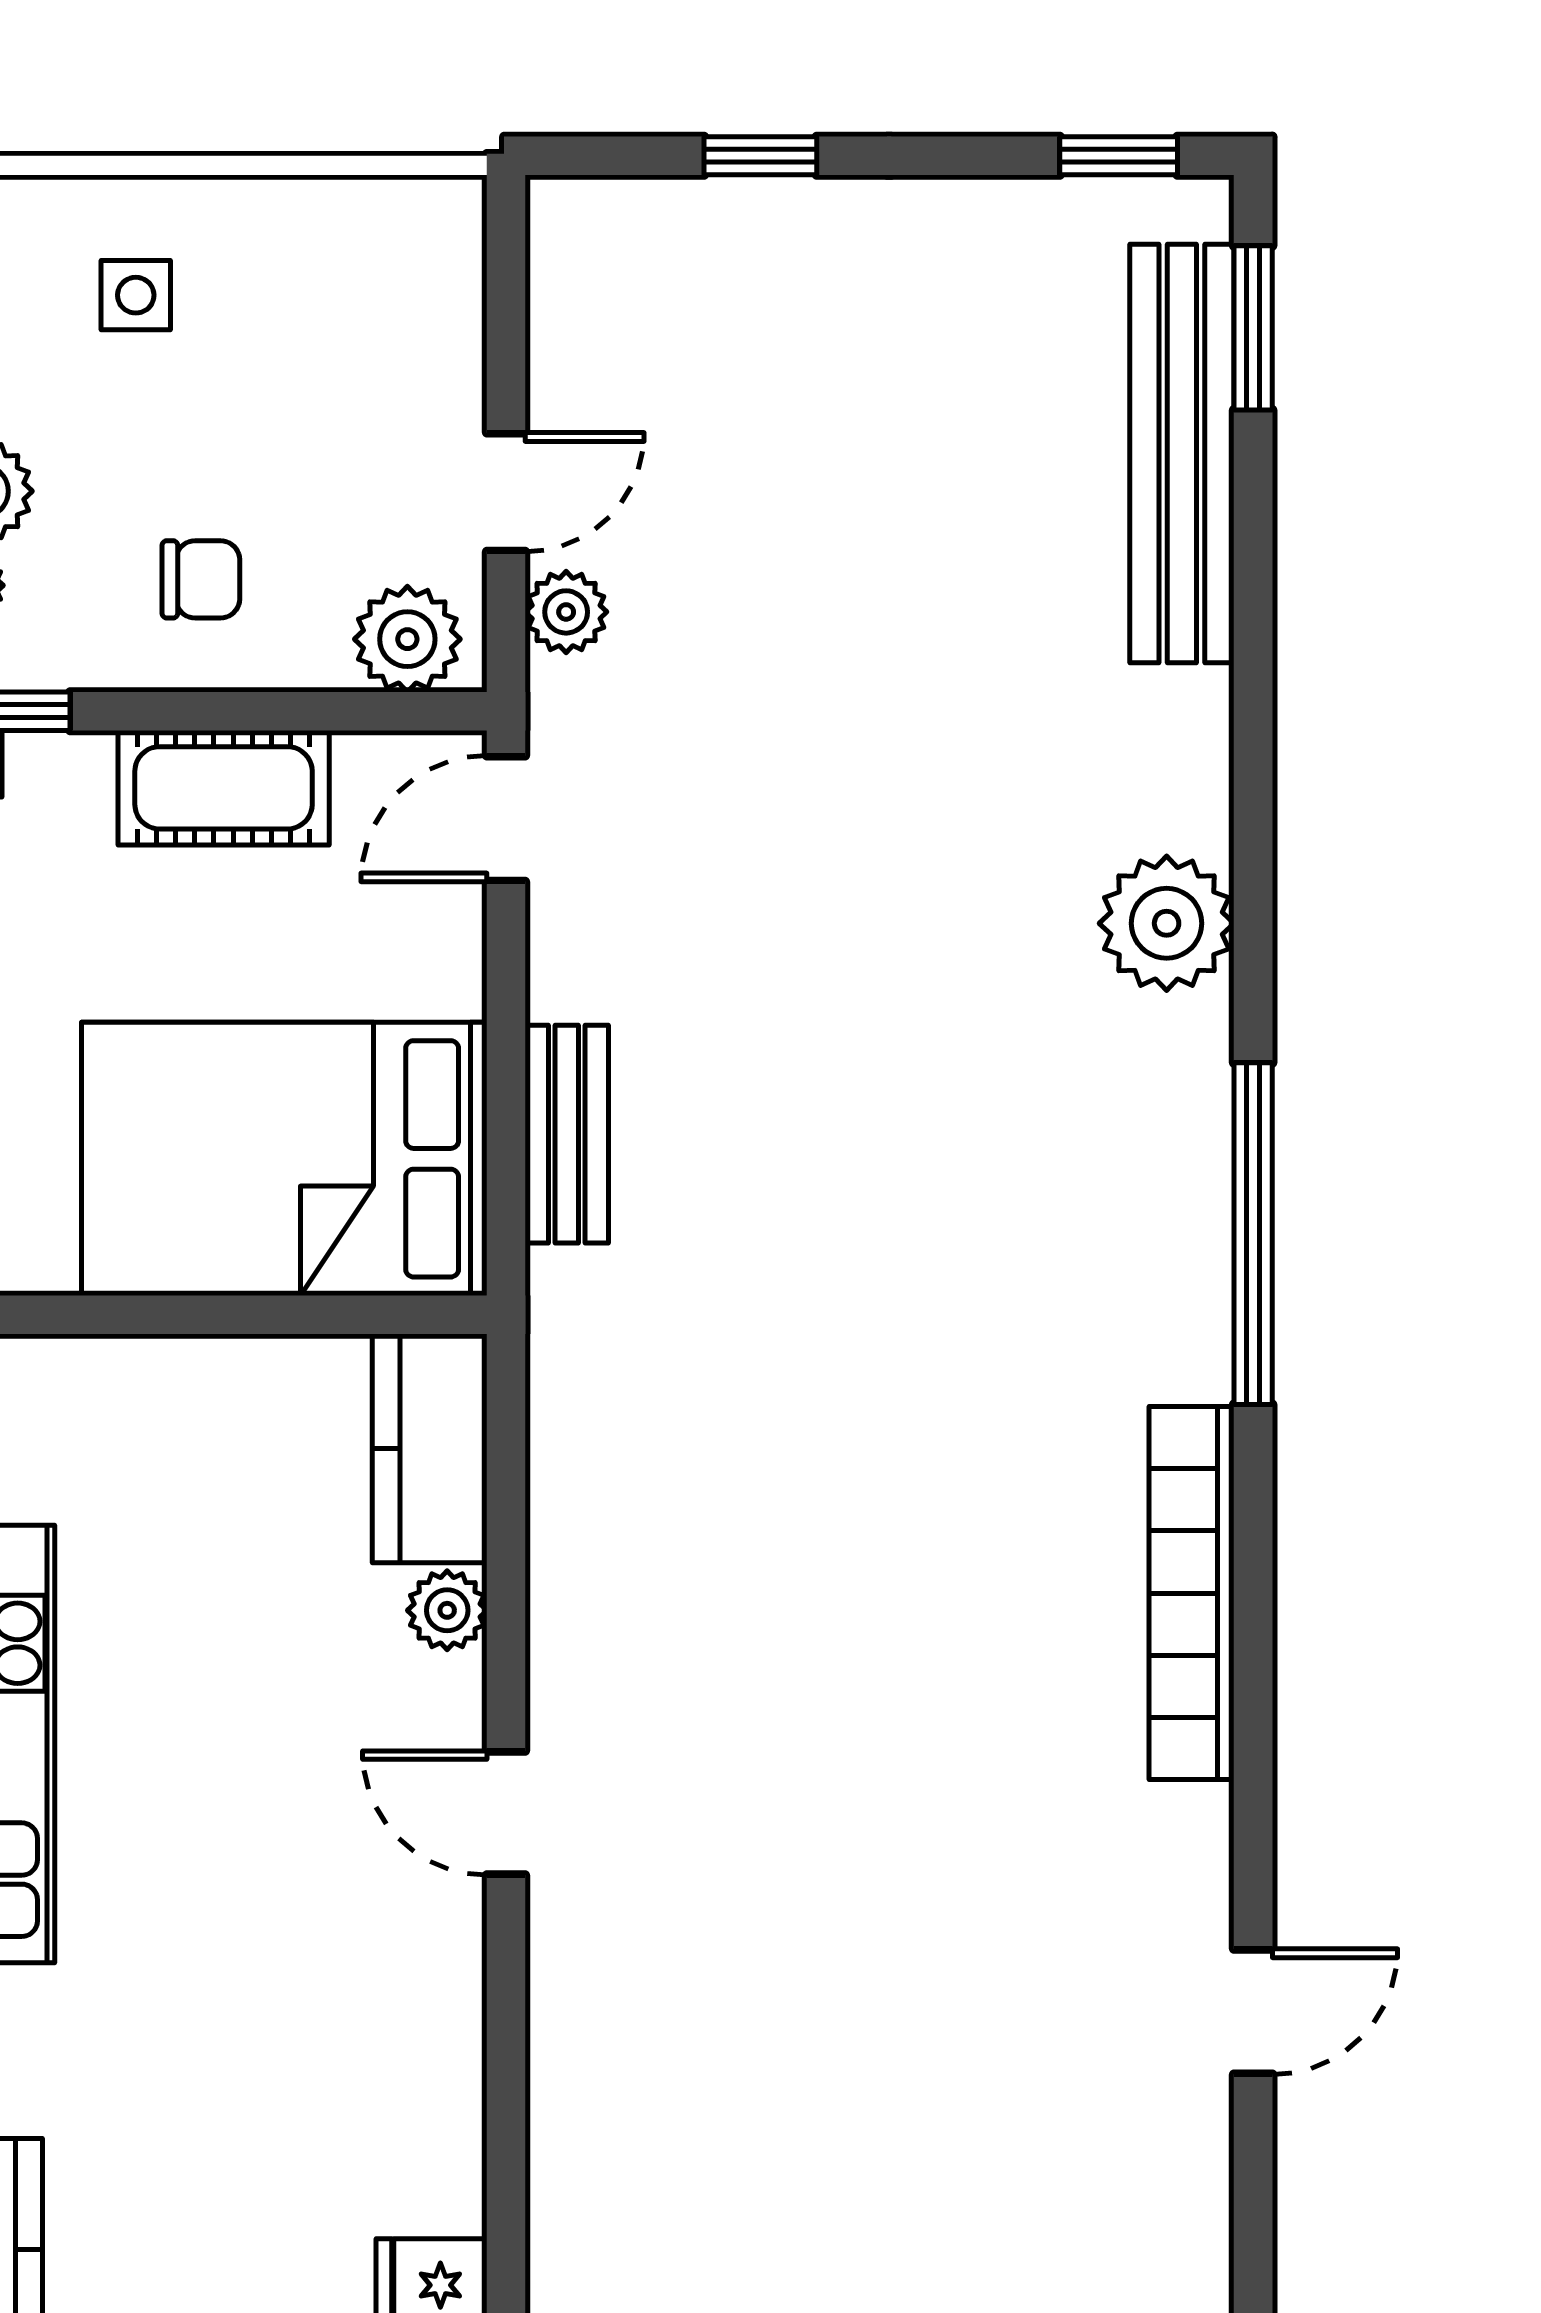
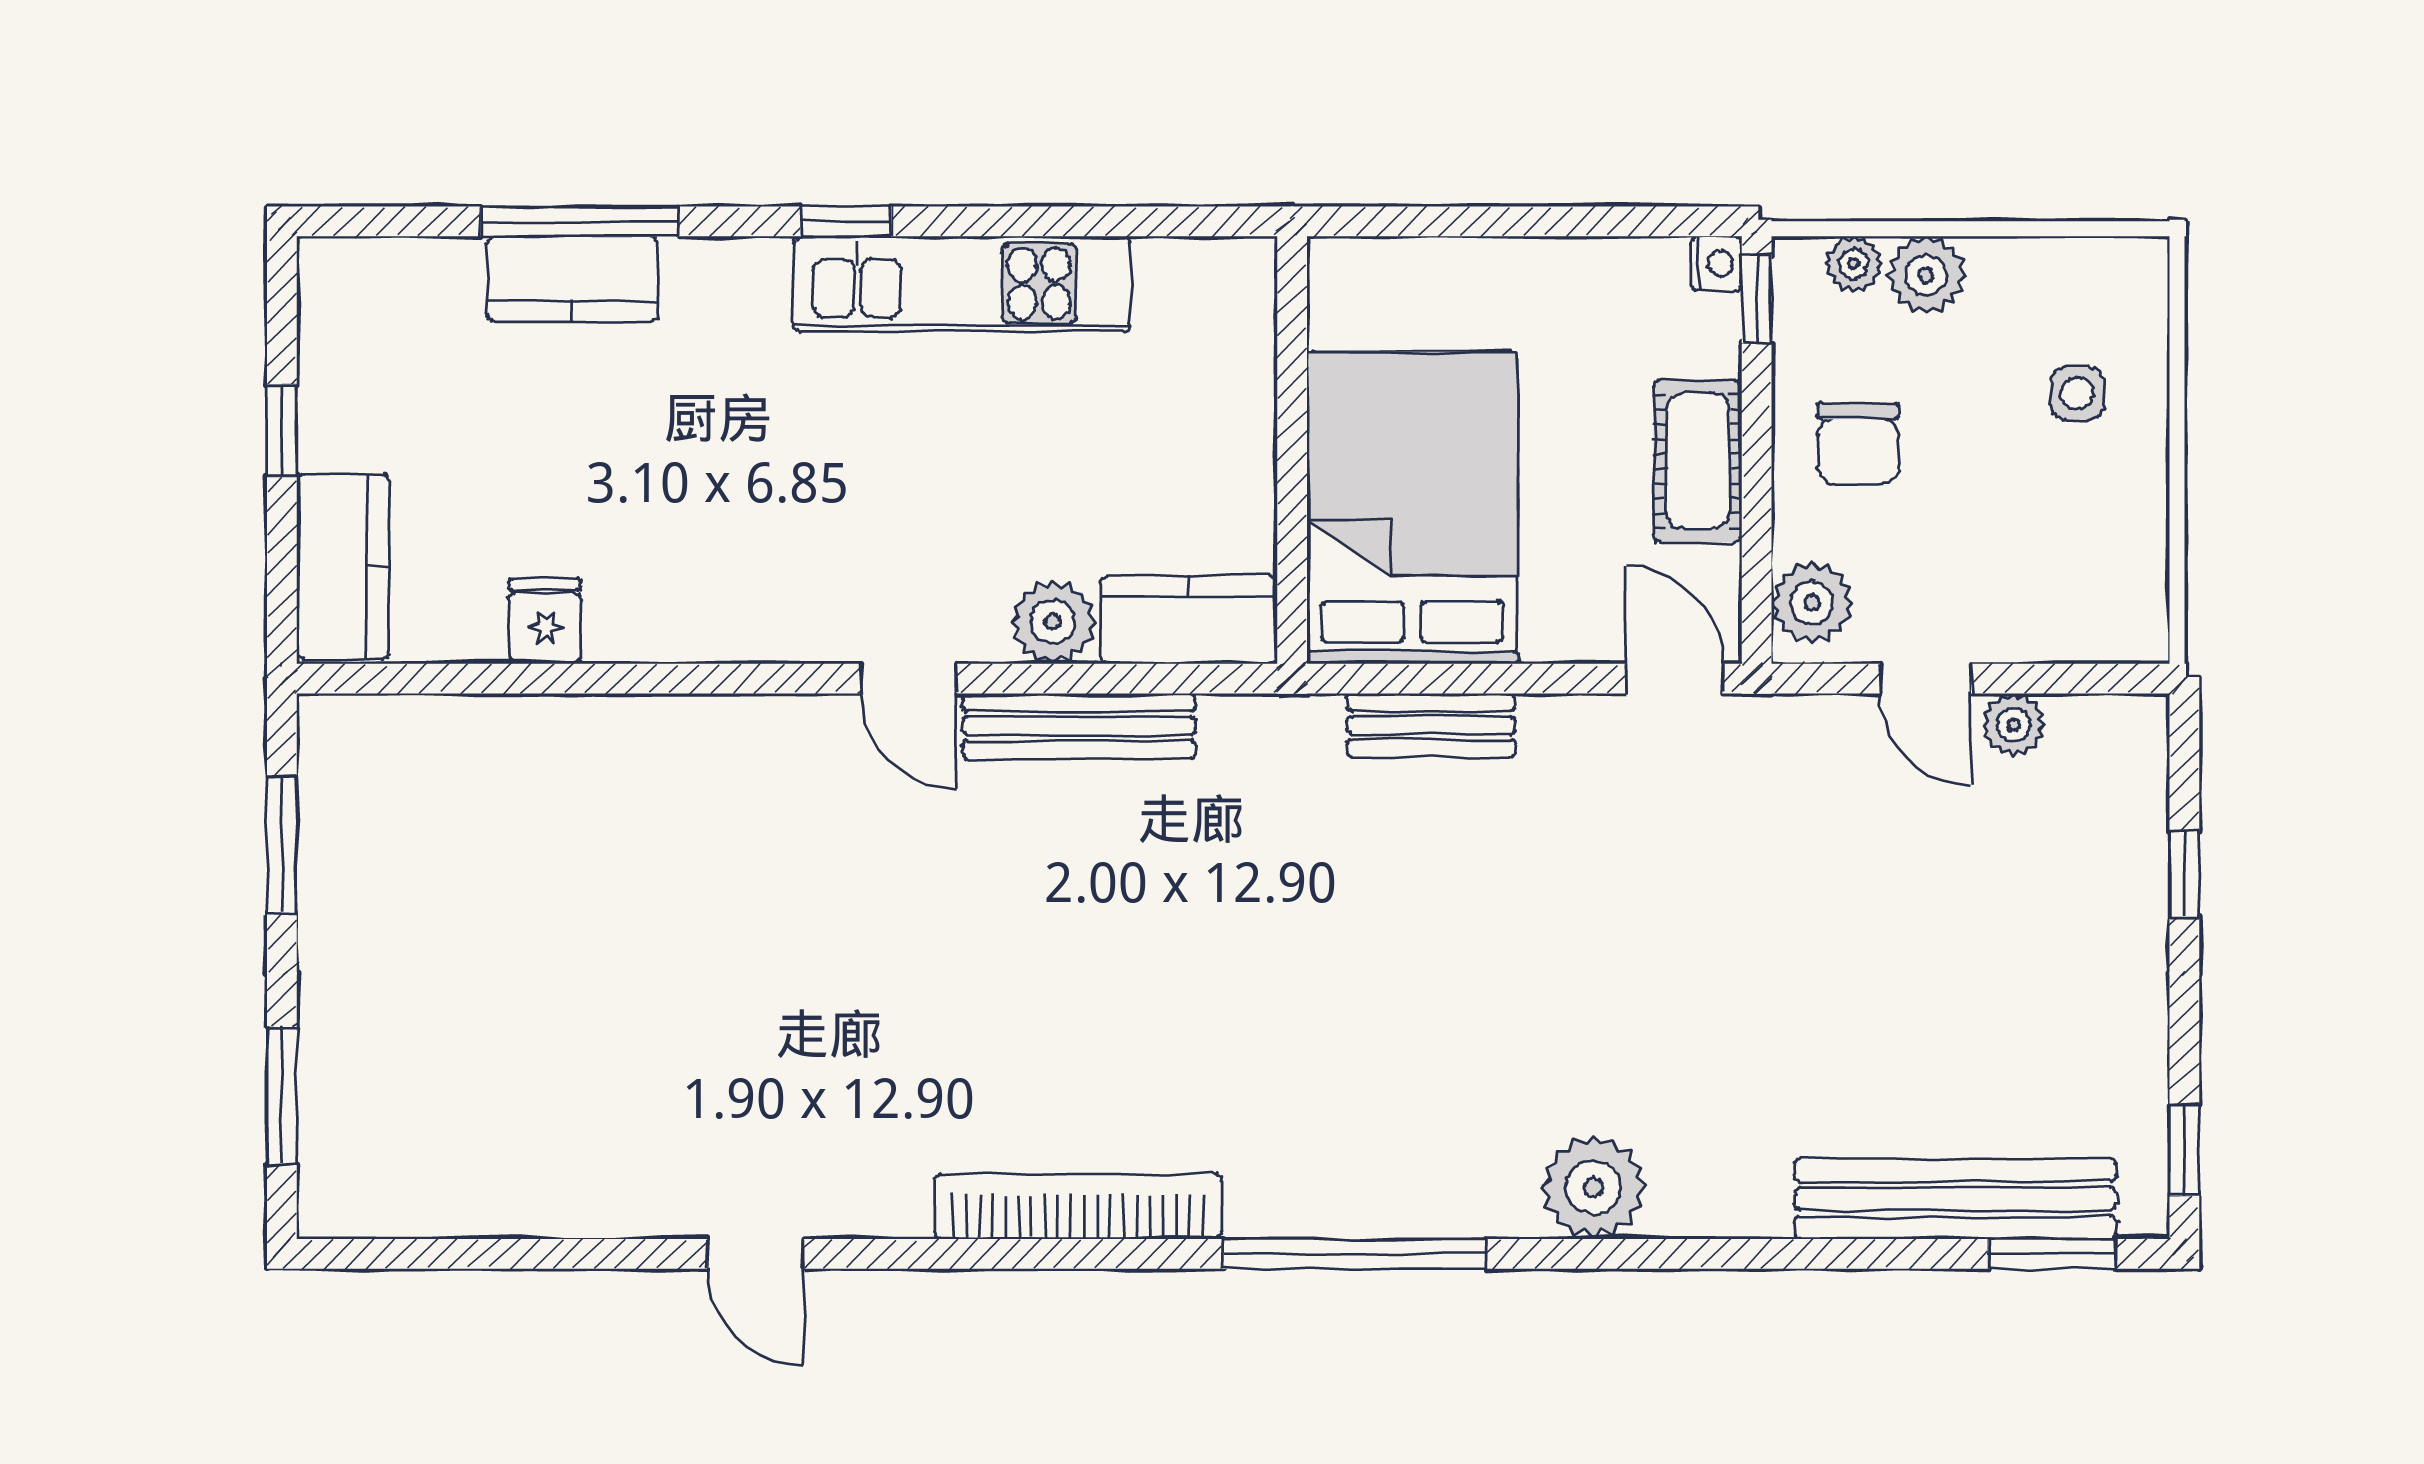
chair: (201, 579) -> (1858, 444), width x1.37, depth x1.37
plant: (566, 612) -> (2013, 725), moved
bench: (567, 1592) -> (1079, 726), added
plant: (447, 1610) -> (1053, 622), width x1.38, depth x1.38
door: (506, 1813) -> (909, 679), swing flipped

